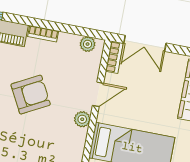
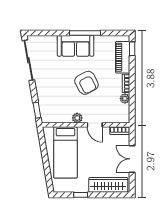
double door: (145, 43) -> (132, 159), moved
plant: (88, 44) -> (125, 99), moved

